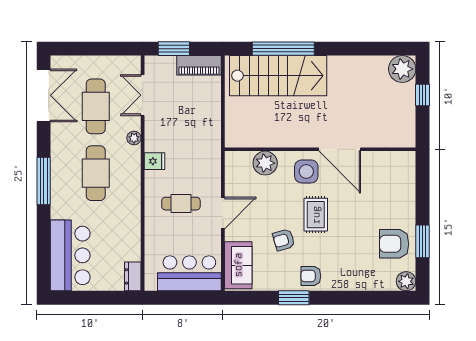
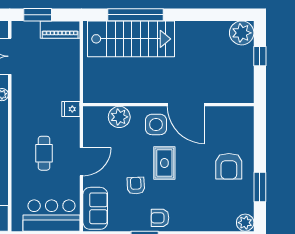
fridge: (154, 161) -> (71, 109), moved, turned 180
cafe table: (181, 204) -> (44, 153), turned 90
armchair: (284, 240) -> (136, 186), turned 103
armchair: (394, 244) -> (229, 166), moved, turned -90

